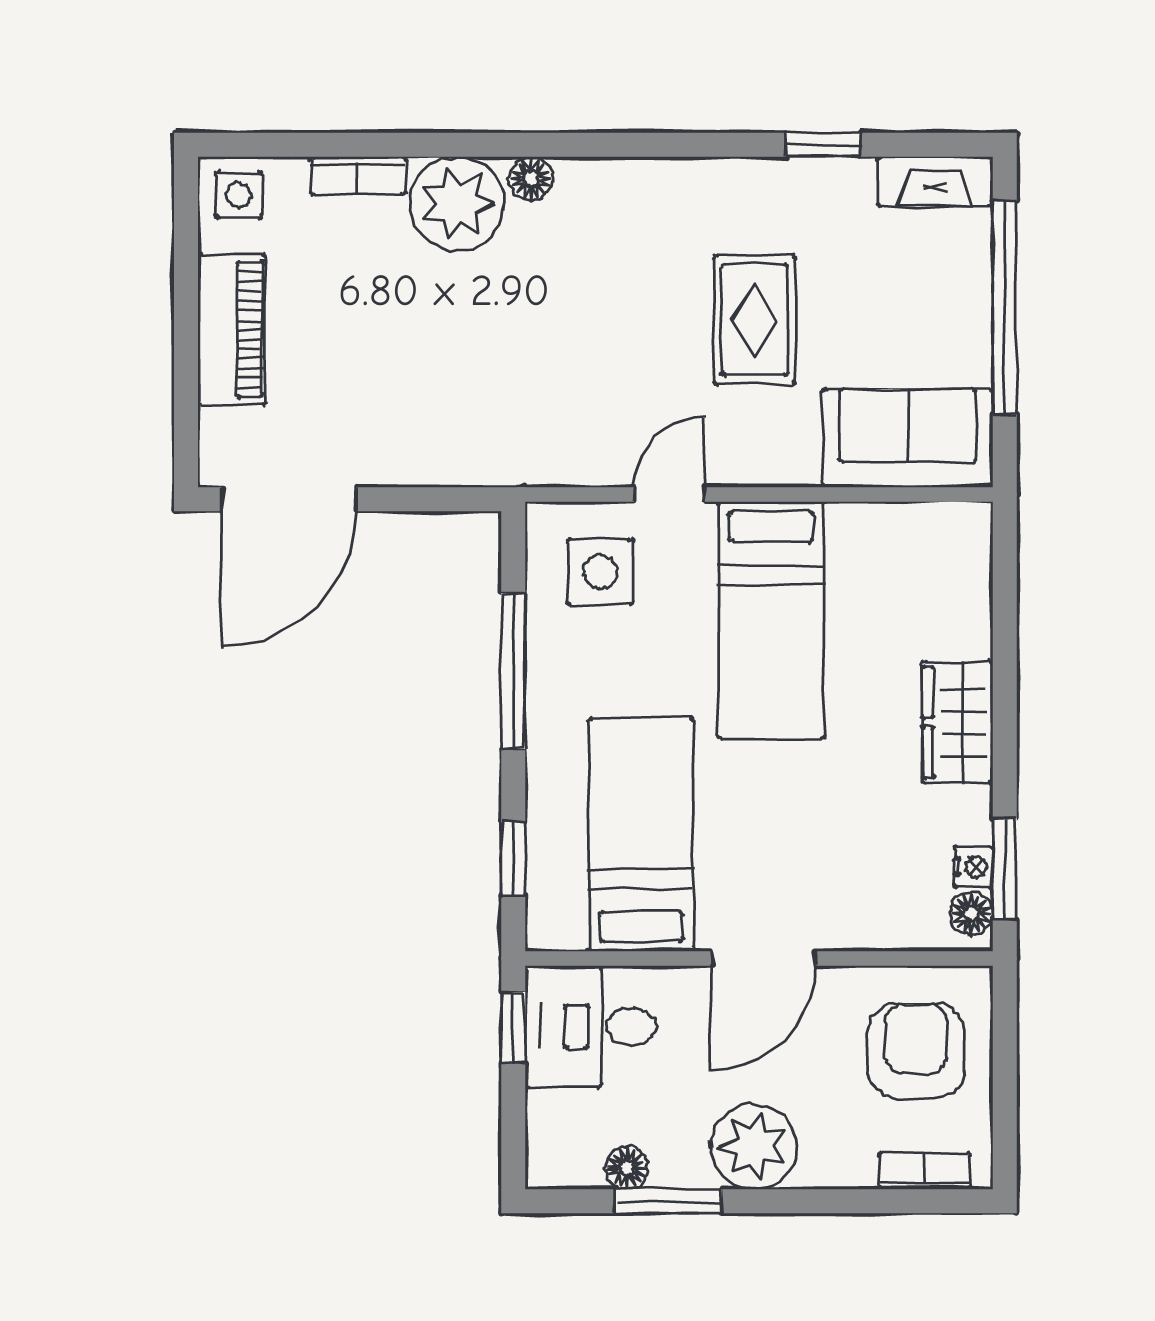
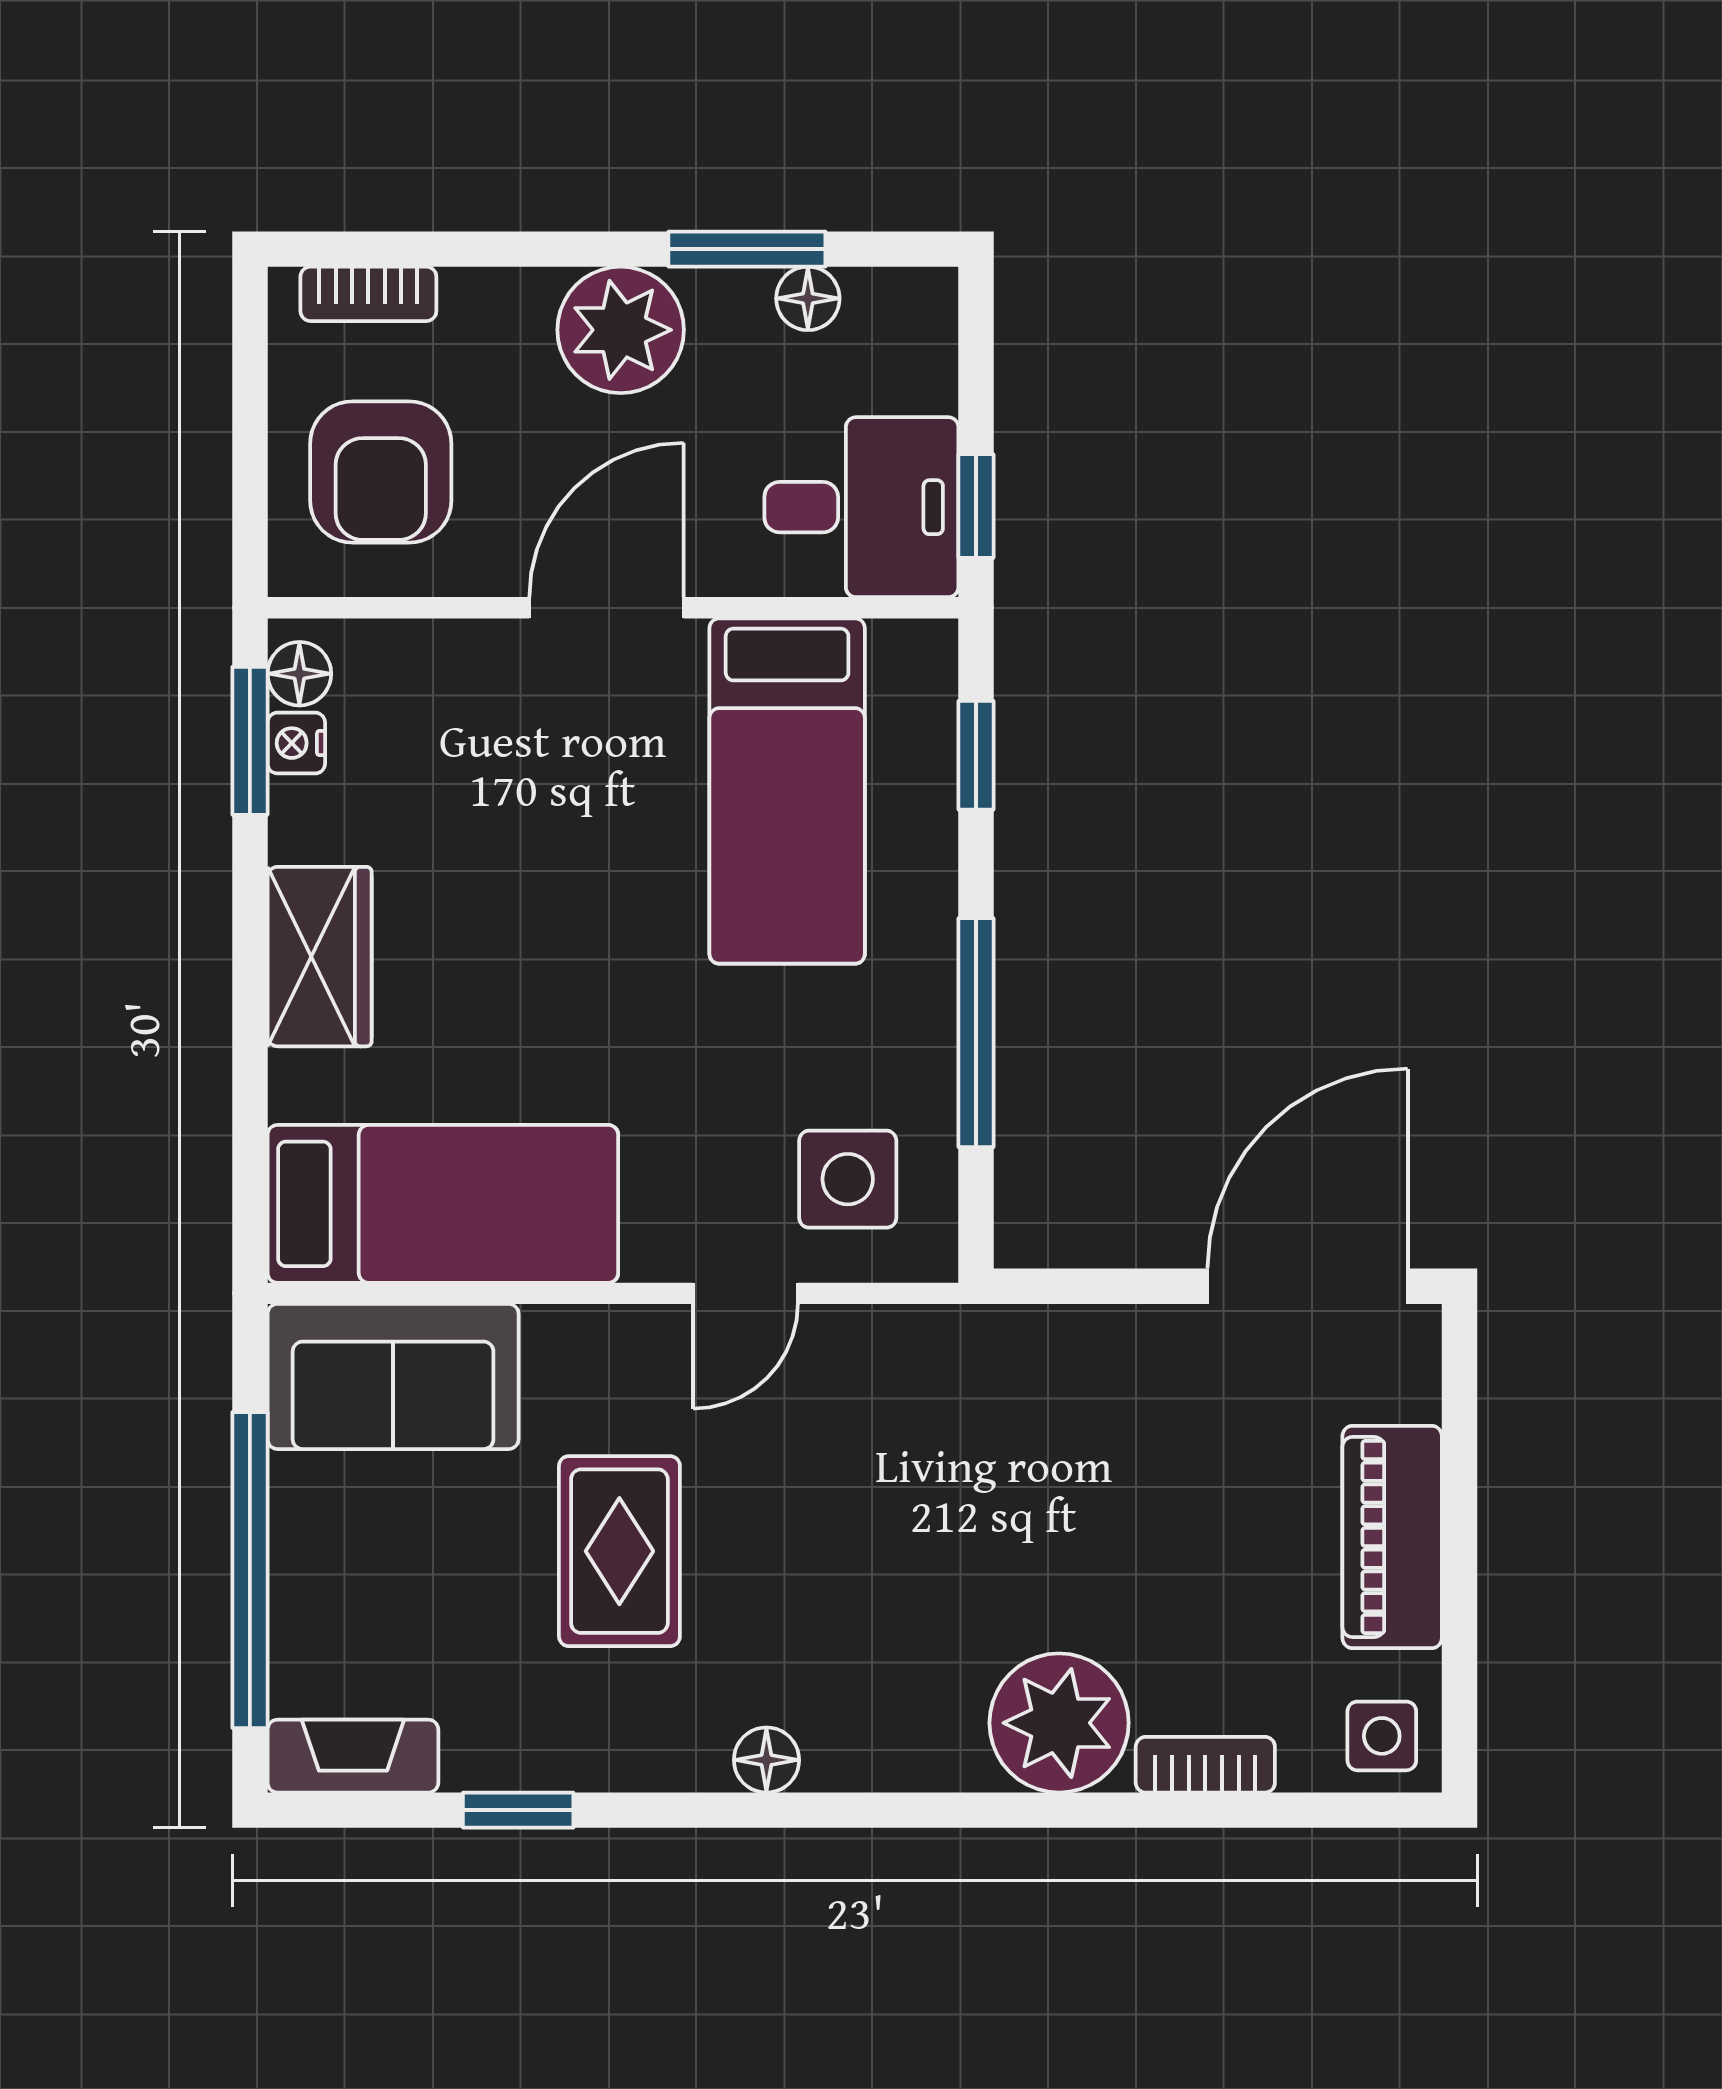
floor lamp: (531, 179) -> (766, 1760), moved
bed: (771, 620) -> (443, 1204), moved, turned 90

